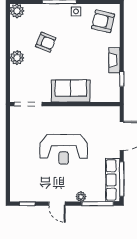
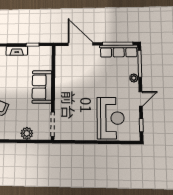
plant: (17, 58) -> (27, 133), moved
reception desk: (64, 149) -> (111, 118), moved

